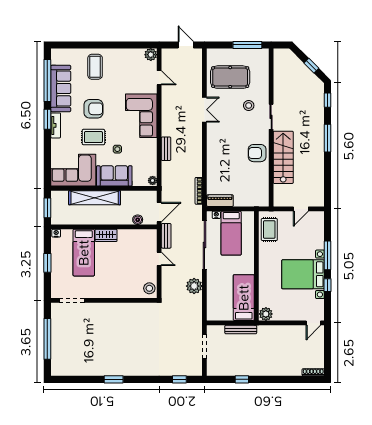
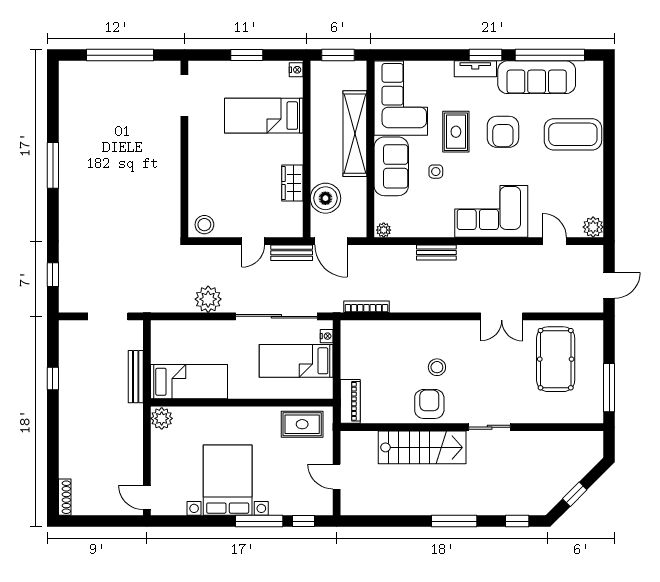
coffee table: (95, 67) -> (573, 134), width x1.36, depth x1.32
door: (159, 78) -> (555, 241), swing flipped
stool: (249, 105) -> (437, 367), moved
piano: (220, 201) -> (350, 401), moved
boiler: (138, 220) -> (325, 198), width x1.86, depth x1.86
wardrobe: (106, 235) -> (292, 183), moved
window: (328, 285) -> (304, 521), moved
window: (114, 379) -> (53, 165), width x1.44

